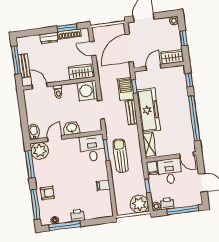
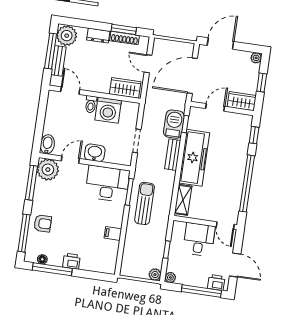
plant: (25, 45) -> (67, 36), added
washing machine: (87, 91) -> (108, 110), moved, turned -90
desk: (92, 148) -> (107, 184), width x1.37
filing cabinet: (152, 168) -> (178, 229), removed
plant: (139, 204) -> (155, 275), width x0.53, depth x0.53
printer: (167, 204) -> (216, 282), moved

